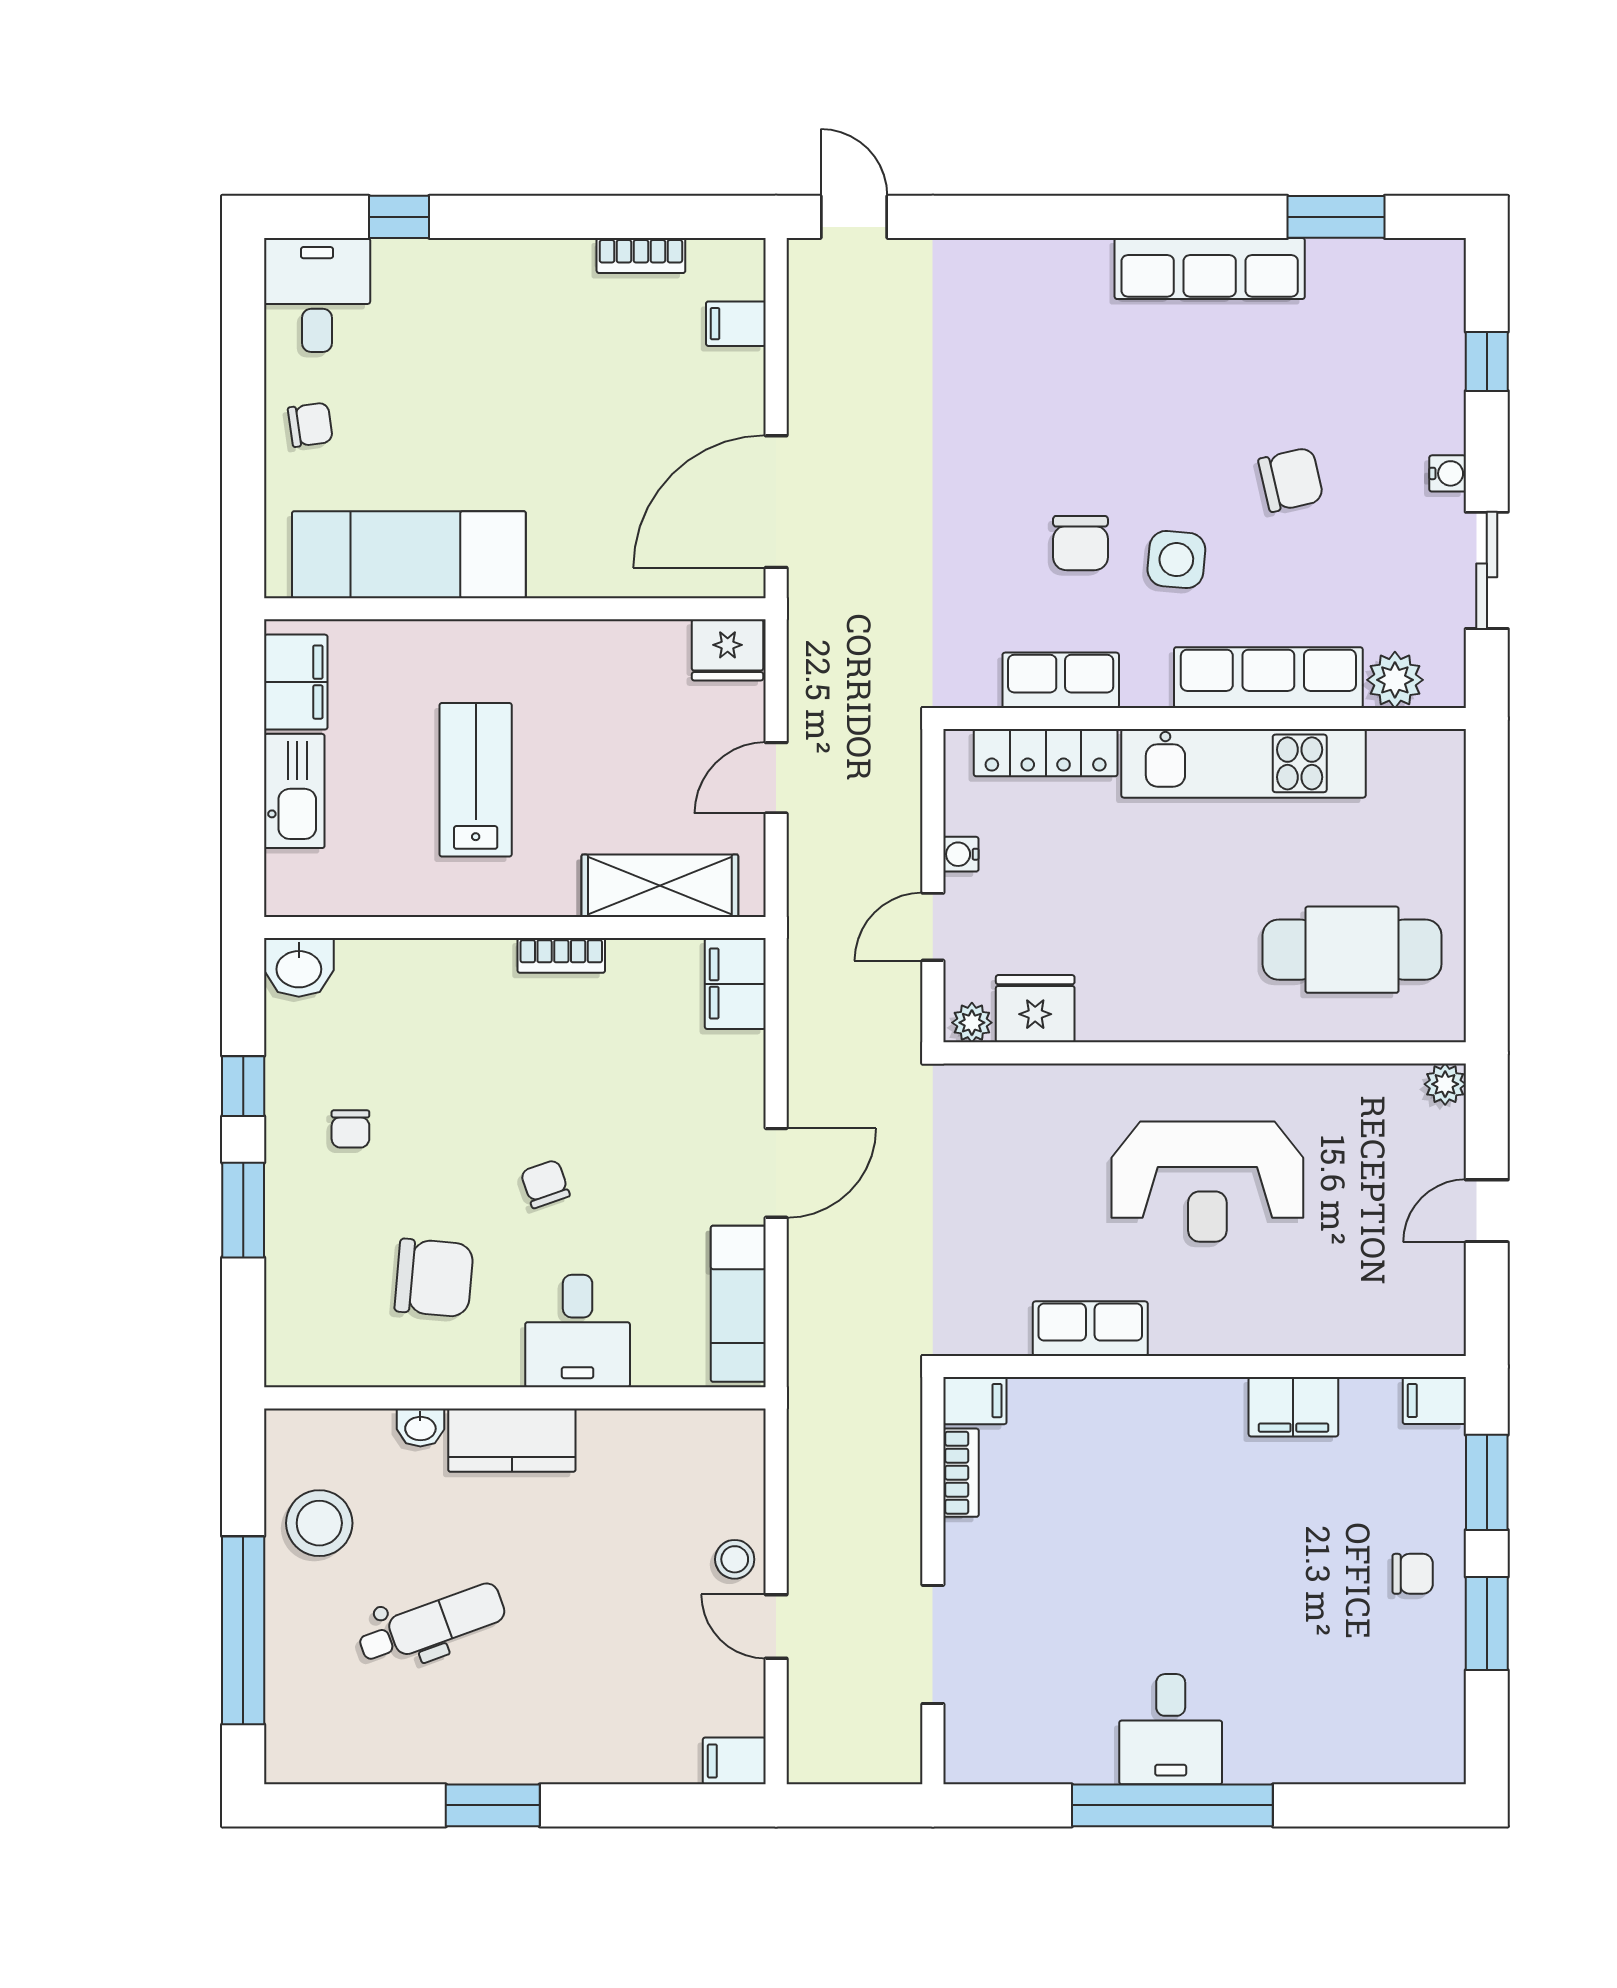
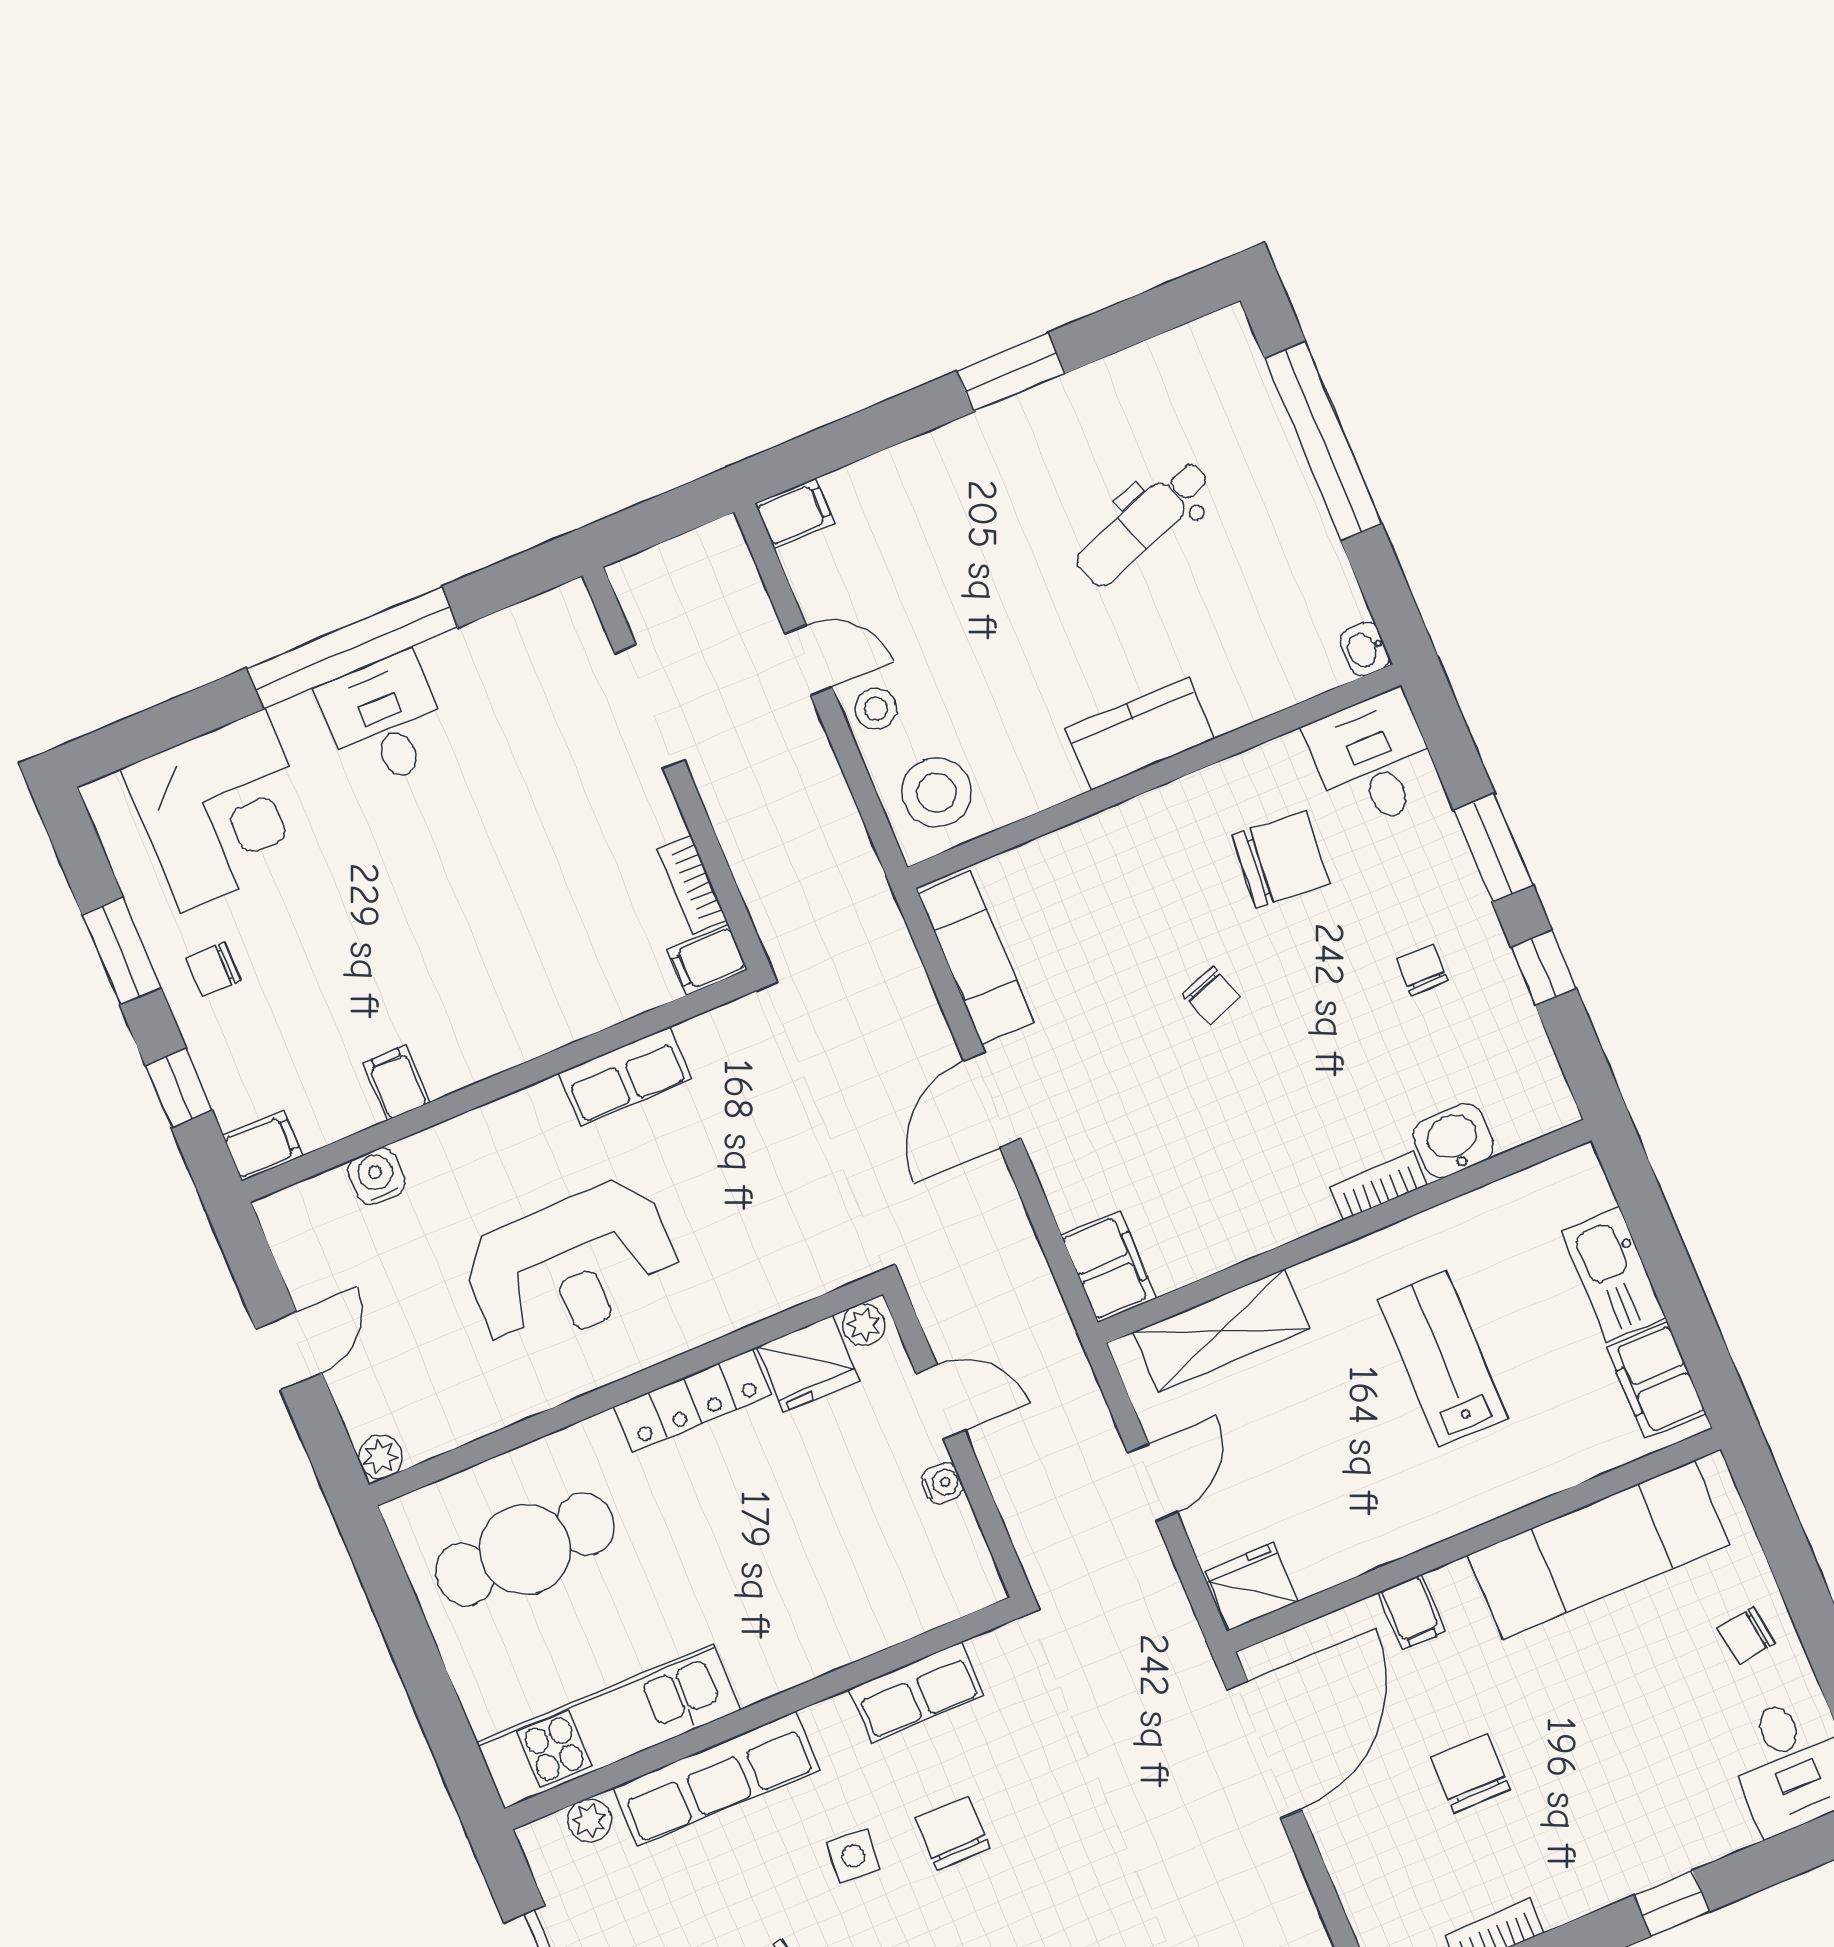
window: (399, 217) -> (1672, 1903), moved
filing cabinet: (736, 324) -> (1412, 1612), moved, turned 90
chair: (603, 405) -> (1471, 1773), added
side table: (1176, 560) -> (853, 1856), width x0.73, depth x0.73
plant: (1395, 680) -> (590, 1820), width x0.73, depth x0.73
locker: (1046, 753) -> (692, 1401), moved, turned 180
kitchen unit: (1244, 763) -> (608, 1726), moved
lab bench: (476, 780) -> (1443, 1359), turned 180
door: (933, 927) -> (940, 1402), hinge flipped
bookcase: (561, 955) -> (1378, 1186), moved
washbasin: (299, 967) -> (1453, 1141), moved
reception desk: (1207, 1182) -> (571, 1266), turned 180
chair: (434, 1278) -> (1281, 859), turned 180
desk: (578, 1331) -> (1374, 760), moved
water cooler: (1345, 1332) -> (377, 1176), added
filing cabinet: (1293, 1407) -> (397, 1083), width x0.50
washbasin: (420, 1427) -> (1365, 649), moved, turned -90
window: (1487, 1482) -> (179, 1088), width x0.67
stool: (319, 1523) -> (937, 793), moved
corner desk: (1346, 1710) -> (223, 811), added

